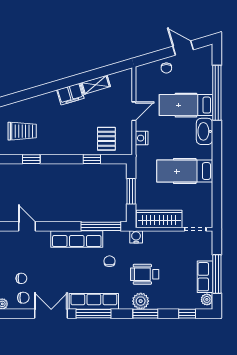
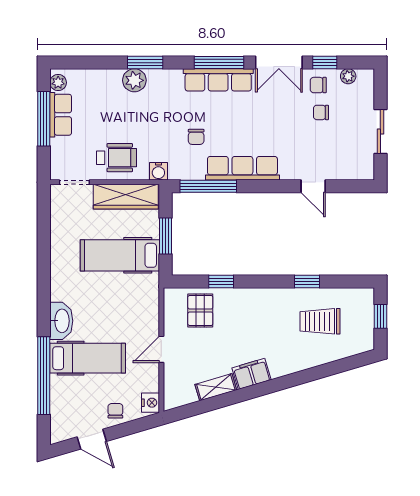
nightstand: (142, 138) -> (150, 403), moved
hospital bed: (185, 171) -> (120, 255), moved, turned 180
wheelchair: (145, 274) -> (117, 158), moved
plant: (141, 301) -> (134, 80), moved
window: (187, 314) -> (325, 63), moved

